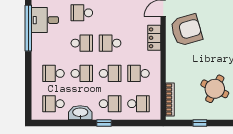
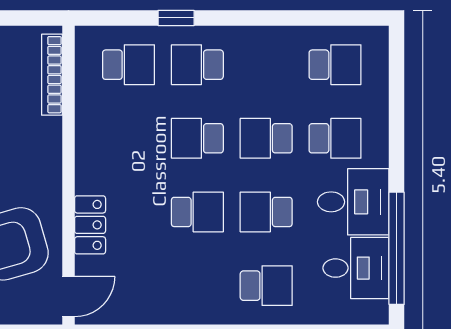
desk: (46, 47) -> (353, 202), added
school desk: (138, 73) -> (128, 138), removed
school desk: (138, 104) -> (128, 65), turned 180
washbasin: (80, 113) -> (270, 43), removed
window: (104, 123) -> (176, 18), moved

